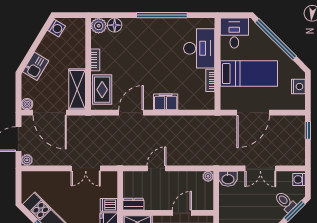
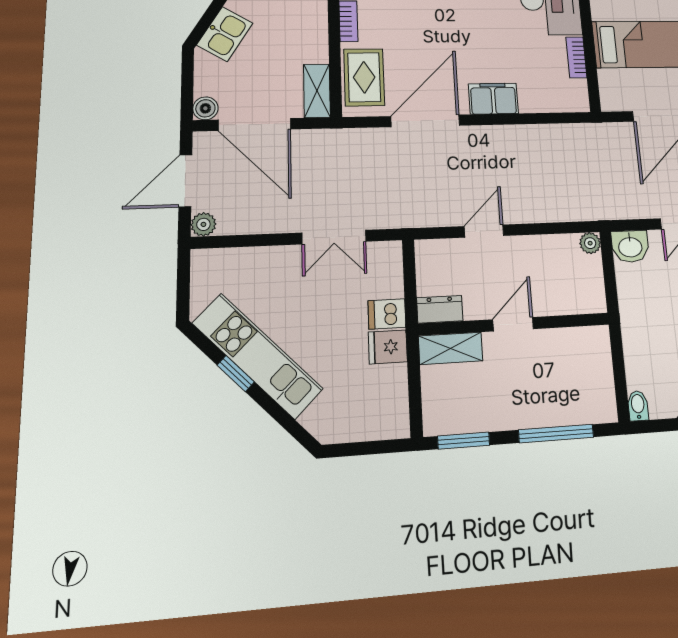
shelving: (77, 89) -> (317, 91), width x0.67, depth x0.75
door: (131, 113) -> (425, 121), width x1.36
door: (182, 213) -> (513, 324), moved

